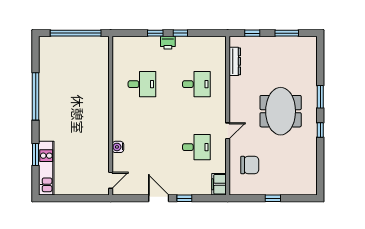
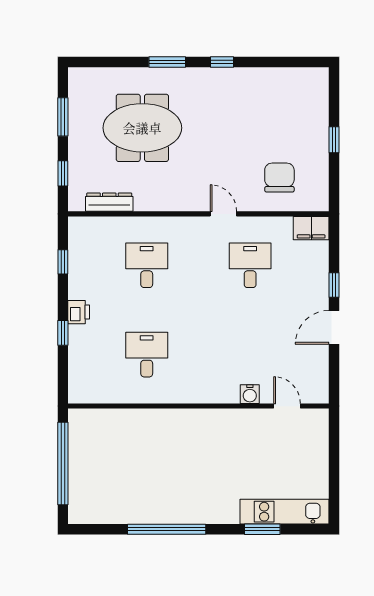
window: (180, 33) -> (63, 262), moved
meeting table: (281, 111) -> (142, 128), moved
door: (111, 180) -> (287, 406), moved

